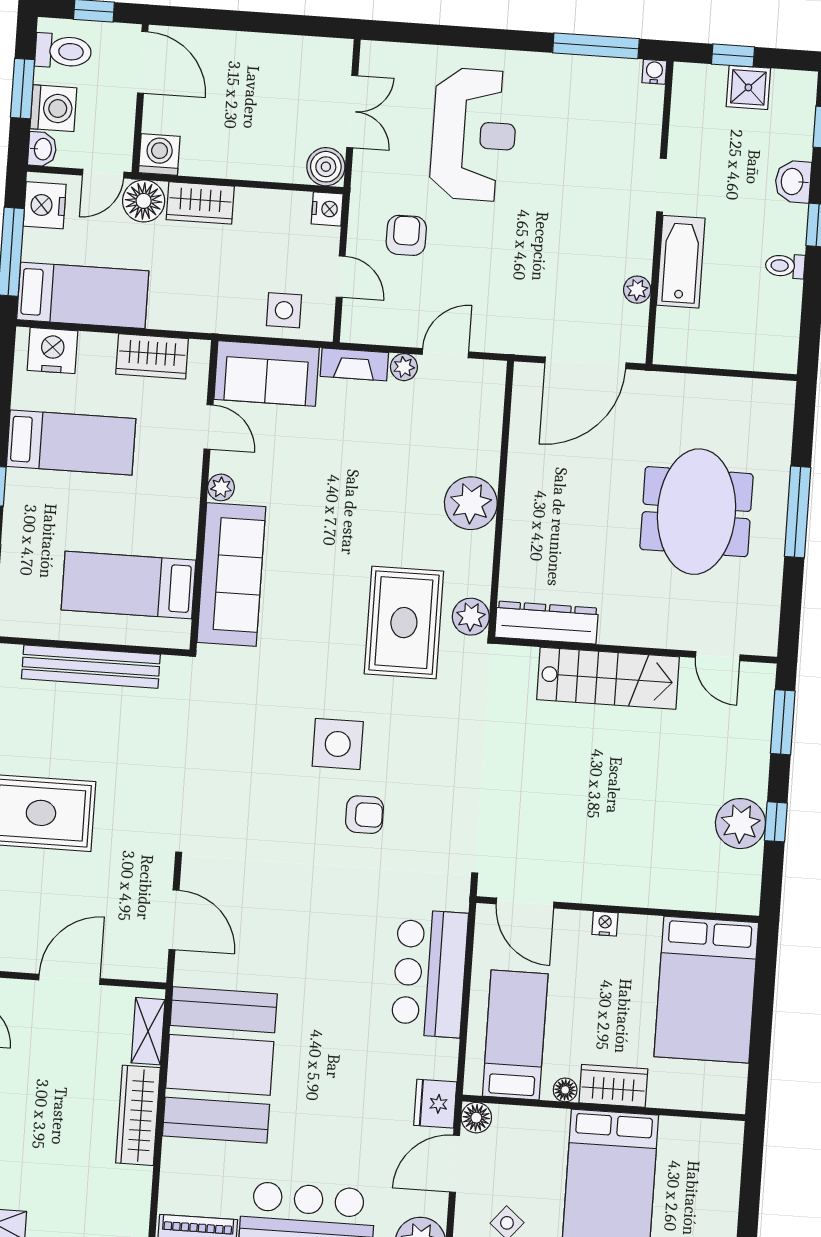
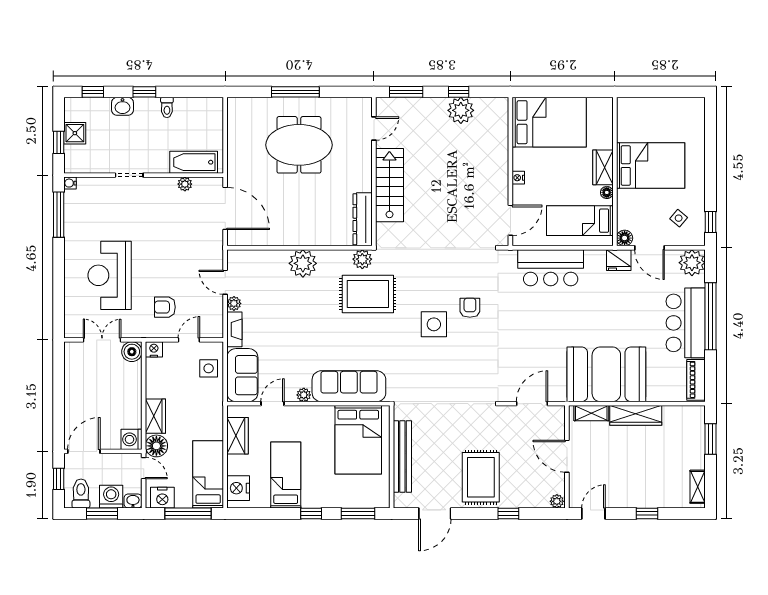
reception desk: (474, 135) -> (110, 275), turned -90
bathtub: (681, 262) -> (194, 162), moved
bed: (128, 585) -> (358, 440), width x1.50

